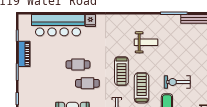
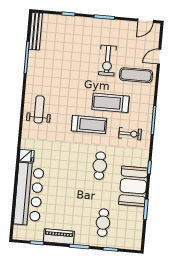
weight bench: (146, 42) -> (39, 109), moved
cafe table: (78, 64) -> (103, 223), moved

